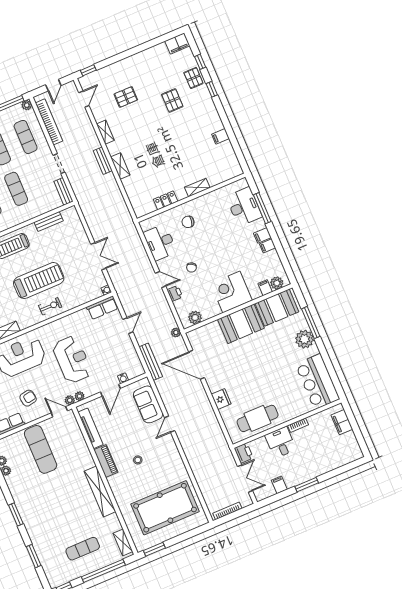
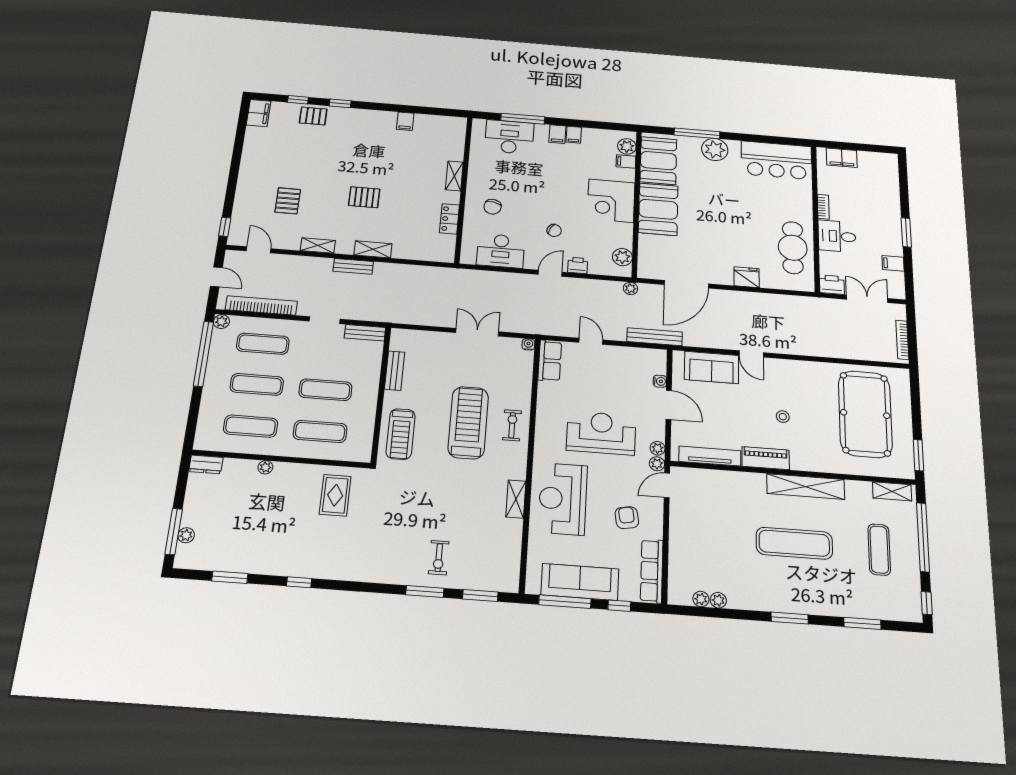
pallet: (172, 100) -> (364, 197), moved
exercise mat: (41, 449) -> (794, 543), moved

